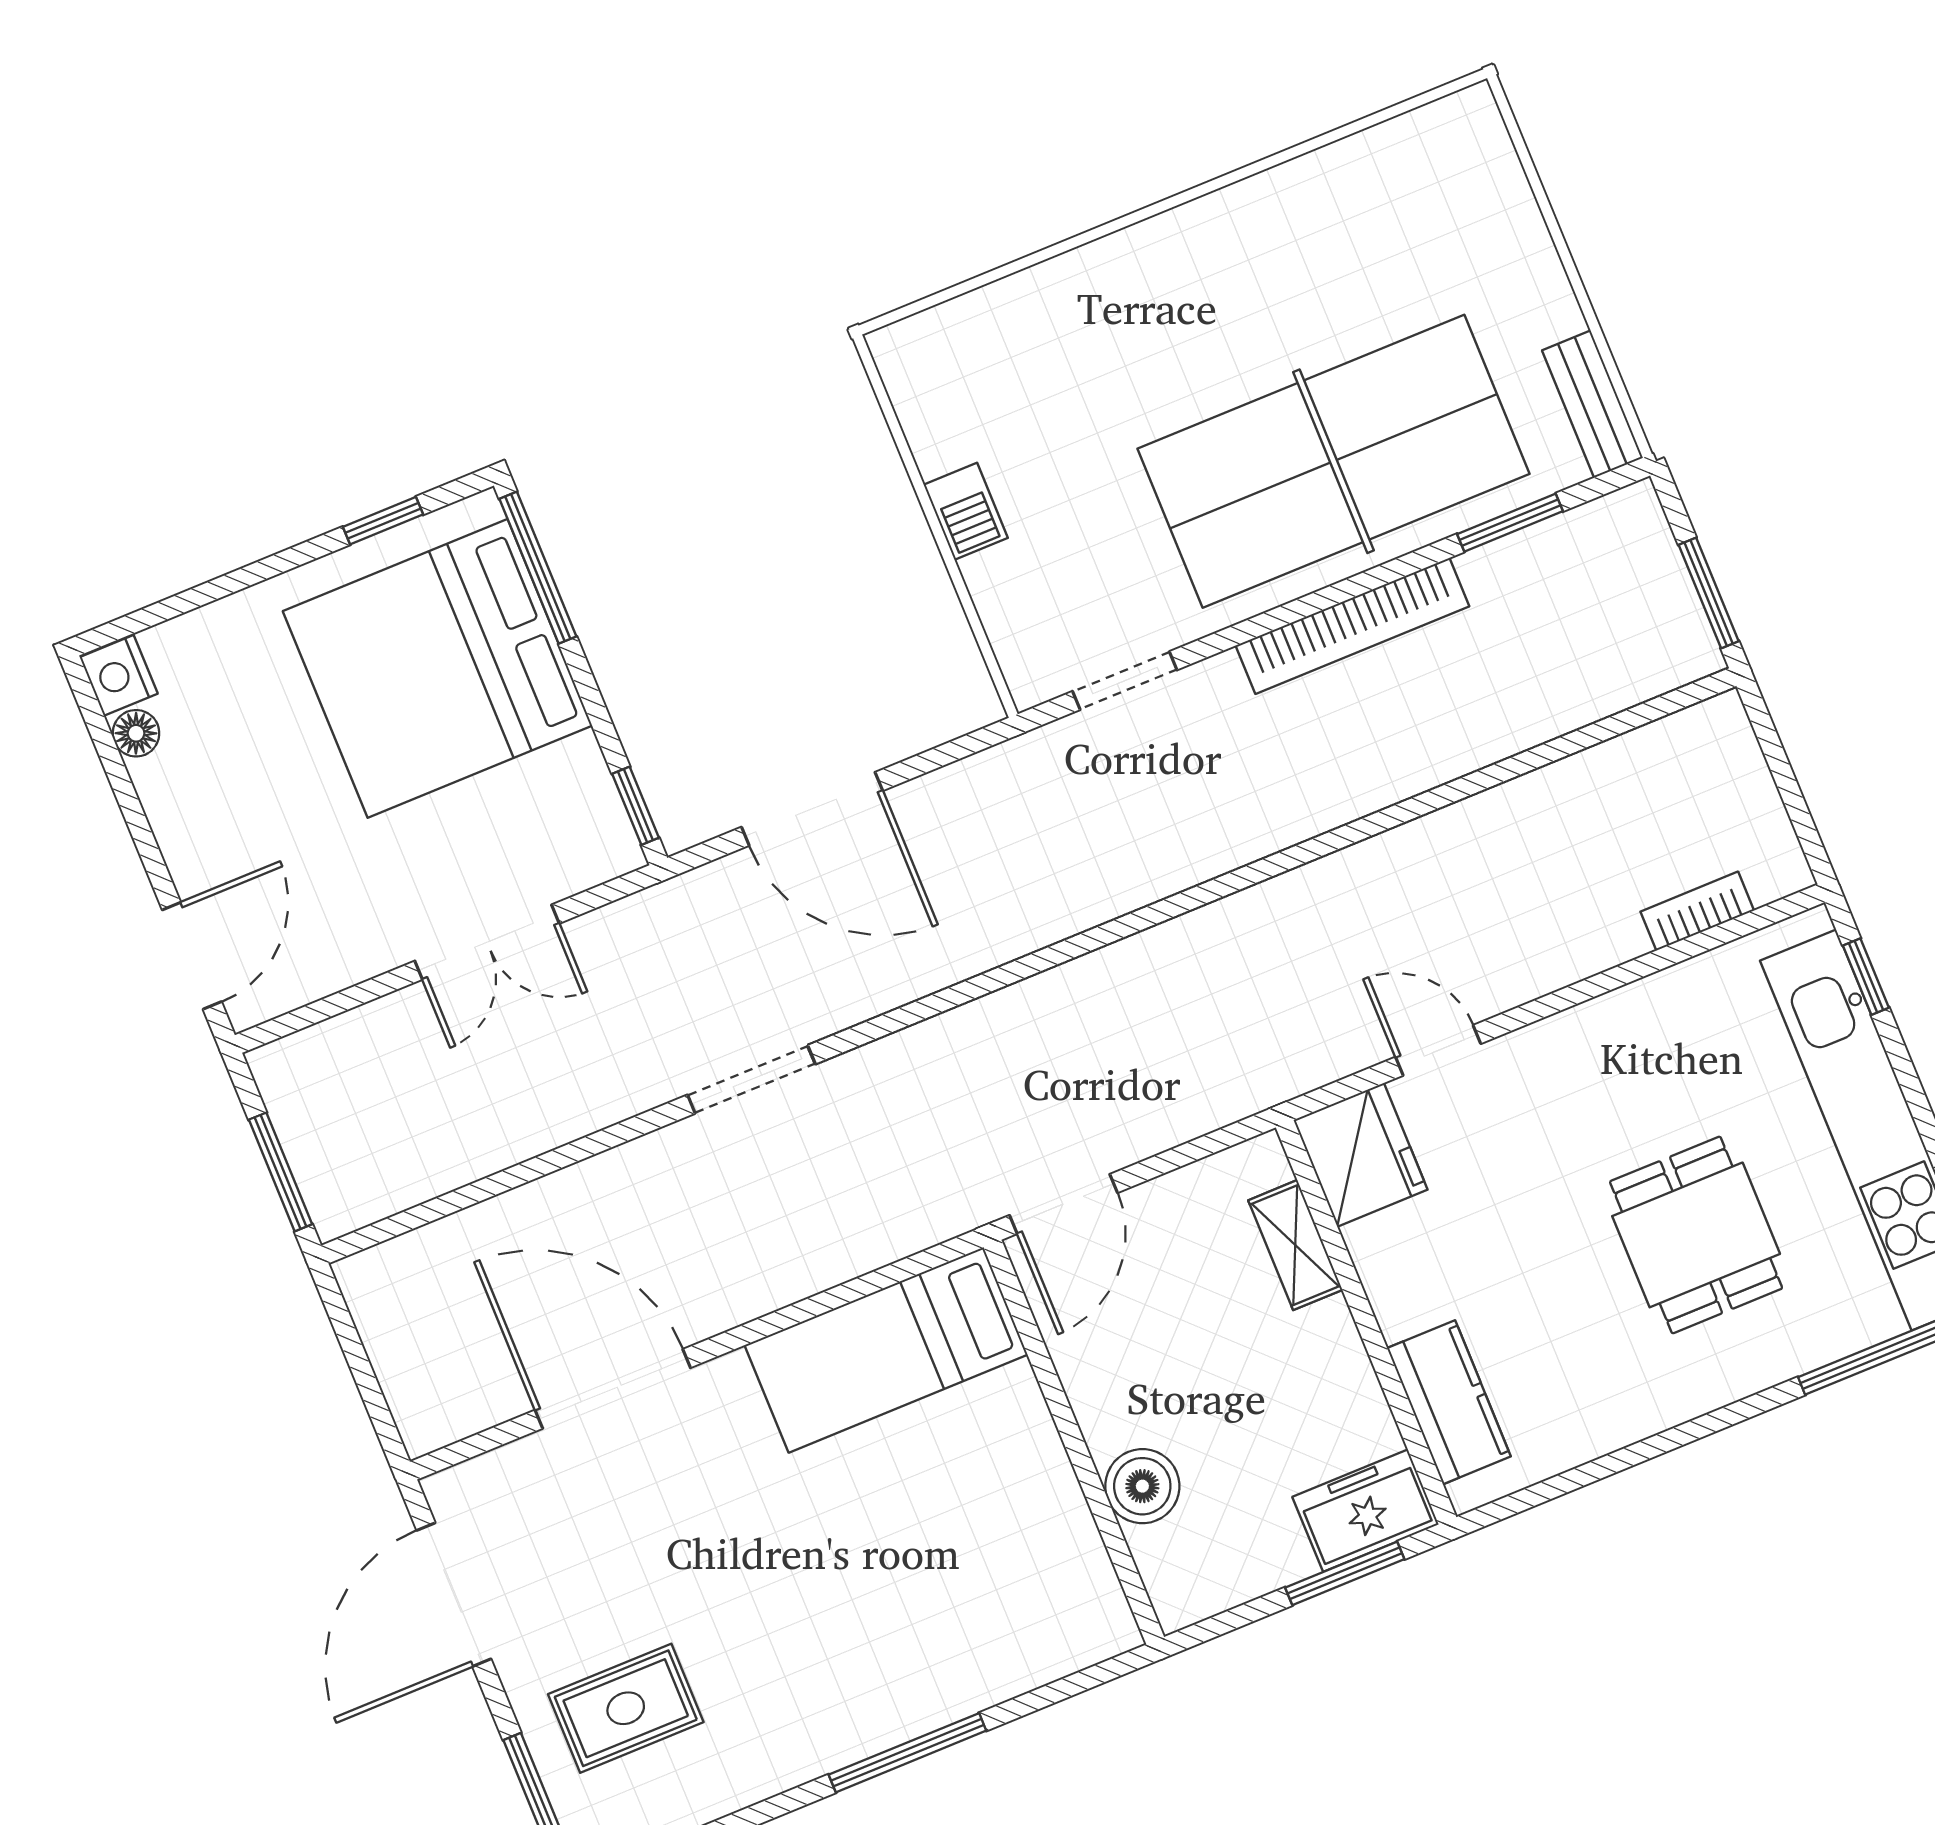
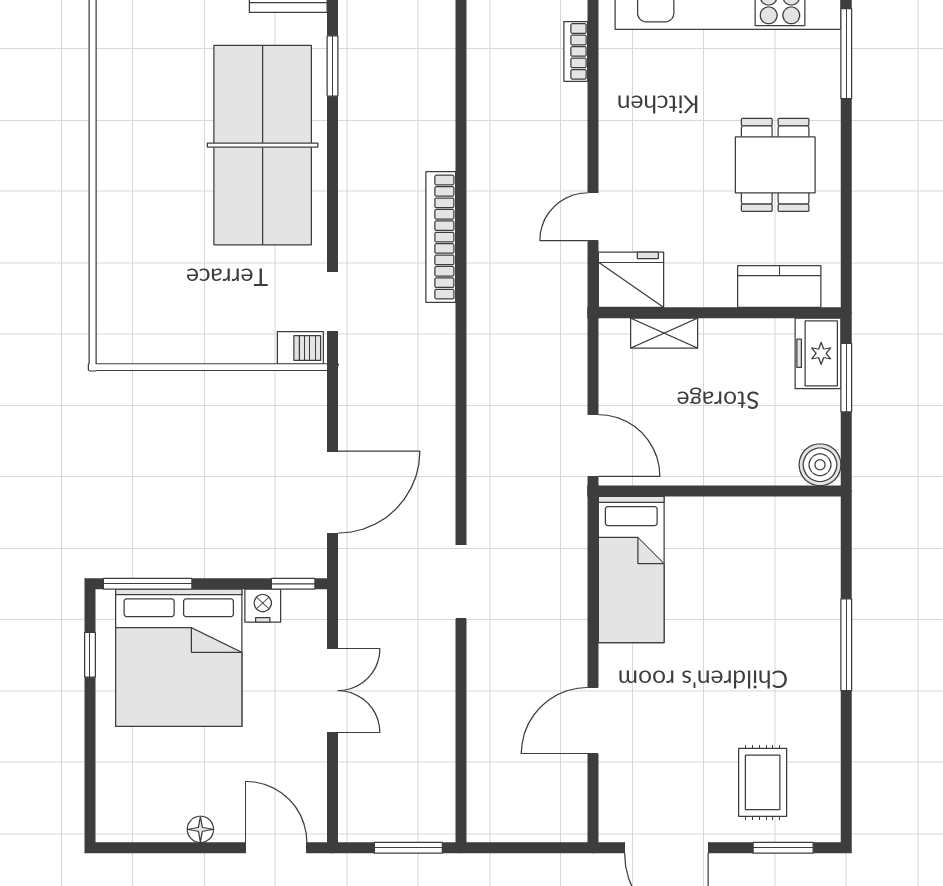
barbecue: (966, 511) -> (300, 348), moved
bookcase: (1352, 626) -> (441, 237), moved, turned 180
nightstand: (119, 675) -> (263, 606), moved, turned 180
floor lamp: (136, 733) -> (200, 829), moved
dining table: (1696, 1235) -> (775, 165), moved, turned 90
door: (613, 1389) -> (593, 721), width x0.73
boiler: (1142, 1486) -> (820, 465), moved

